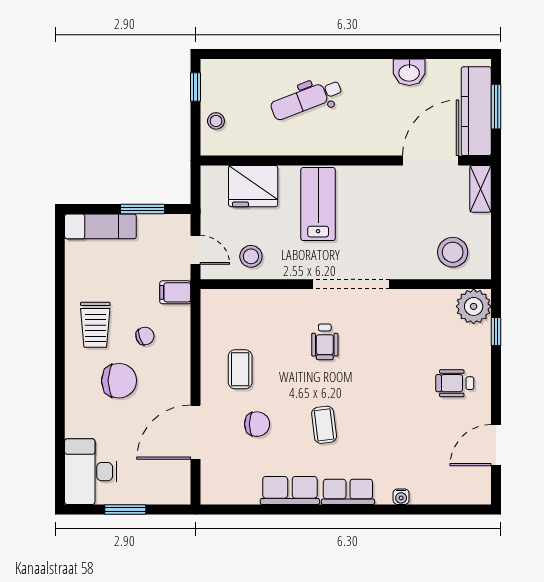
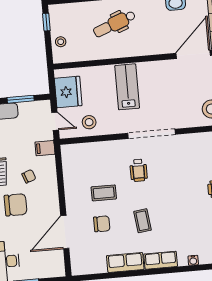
fridge: (253, 186) -> (68, 92), moved, turned -90
coffee table: (240, 369) -> (104, 193), moved, turned 90

